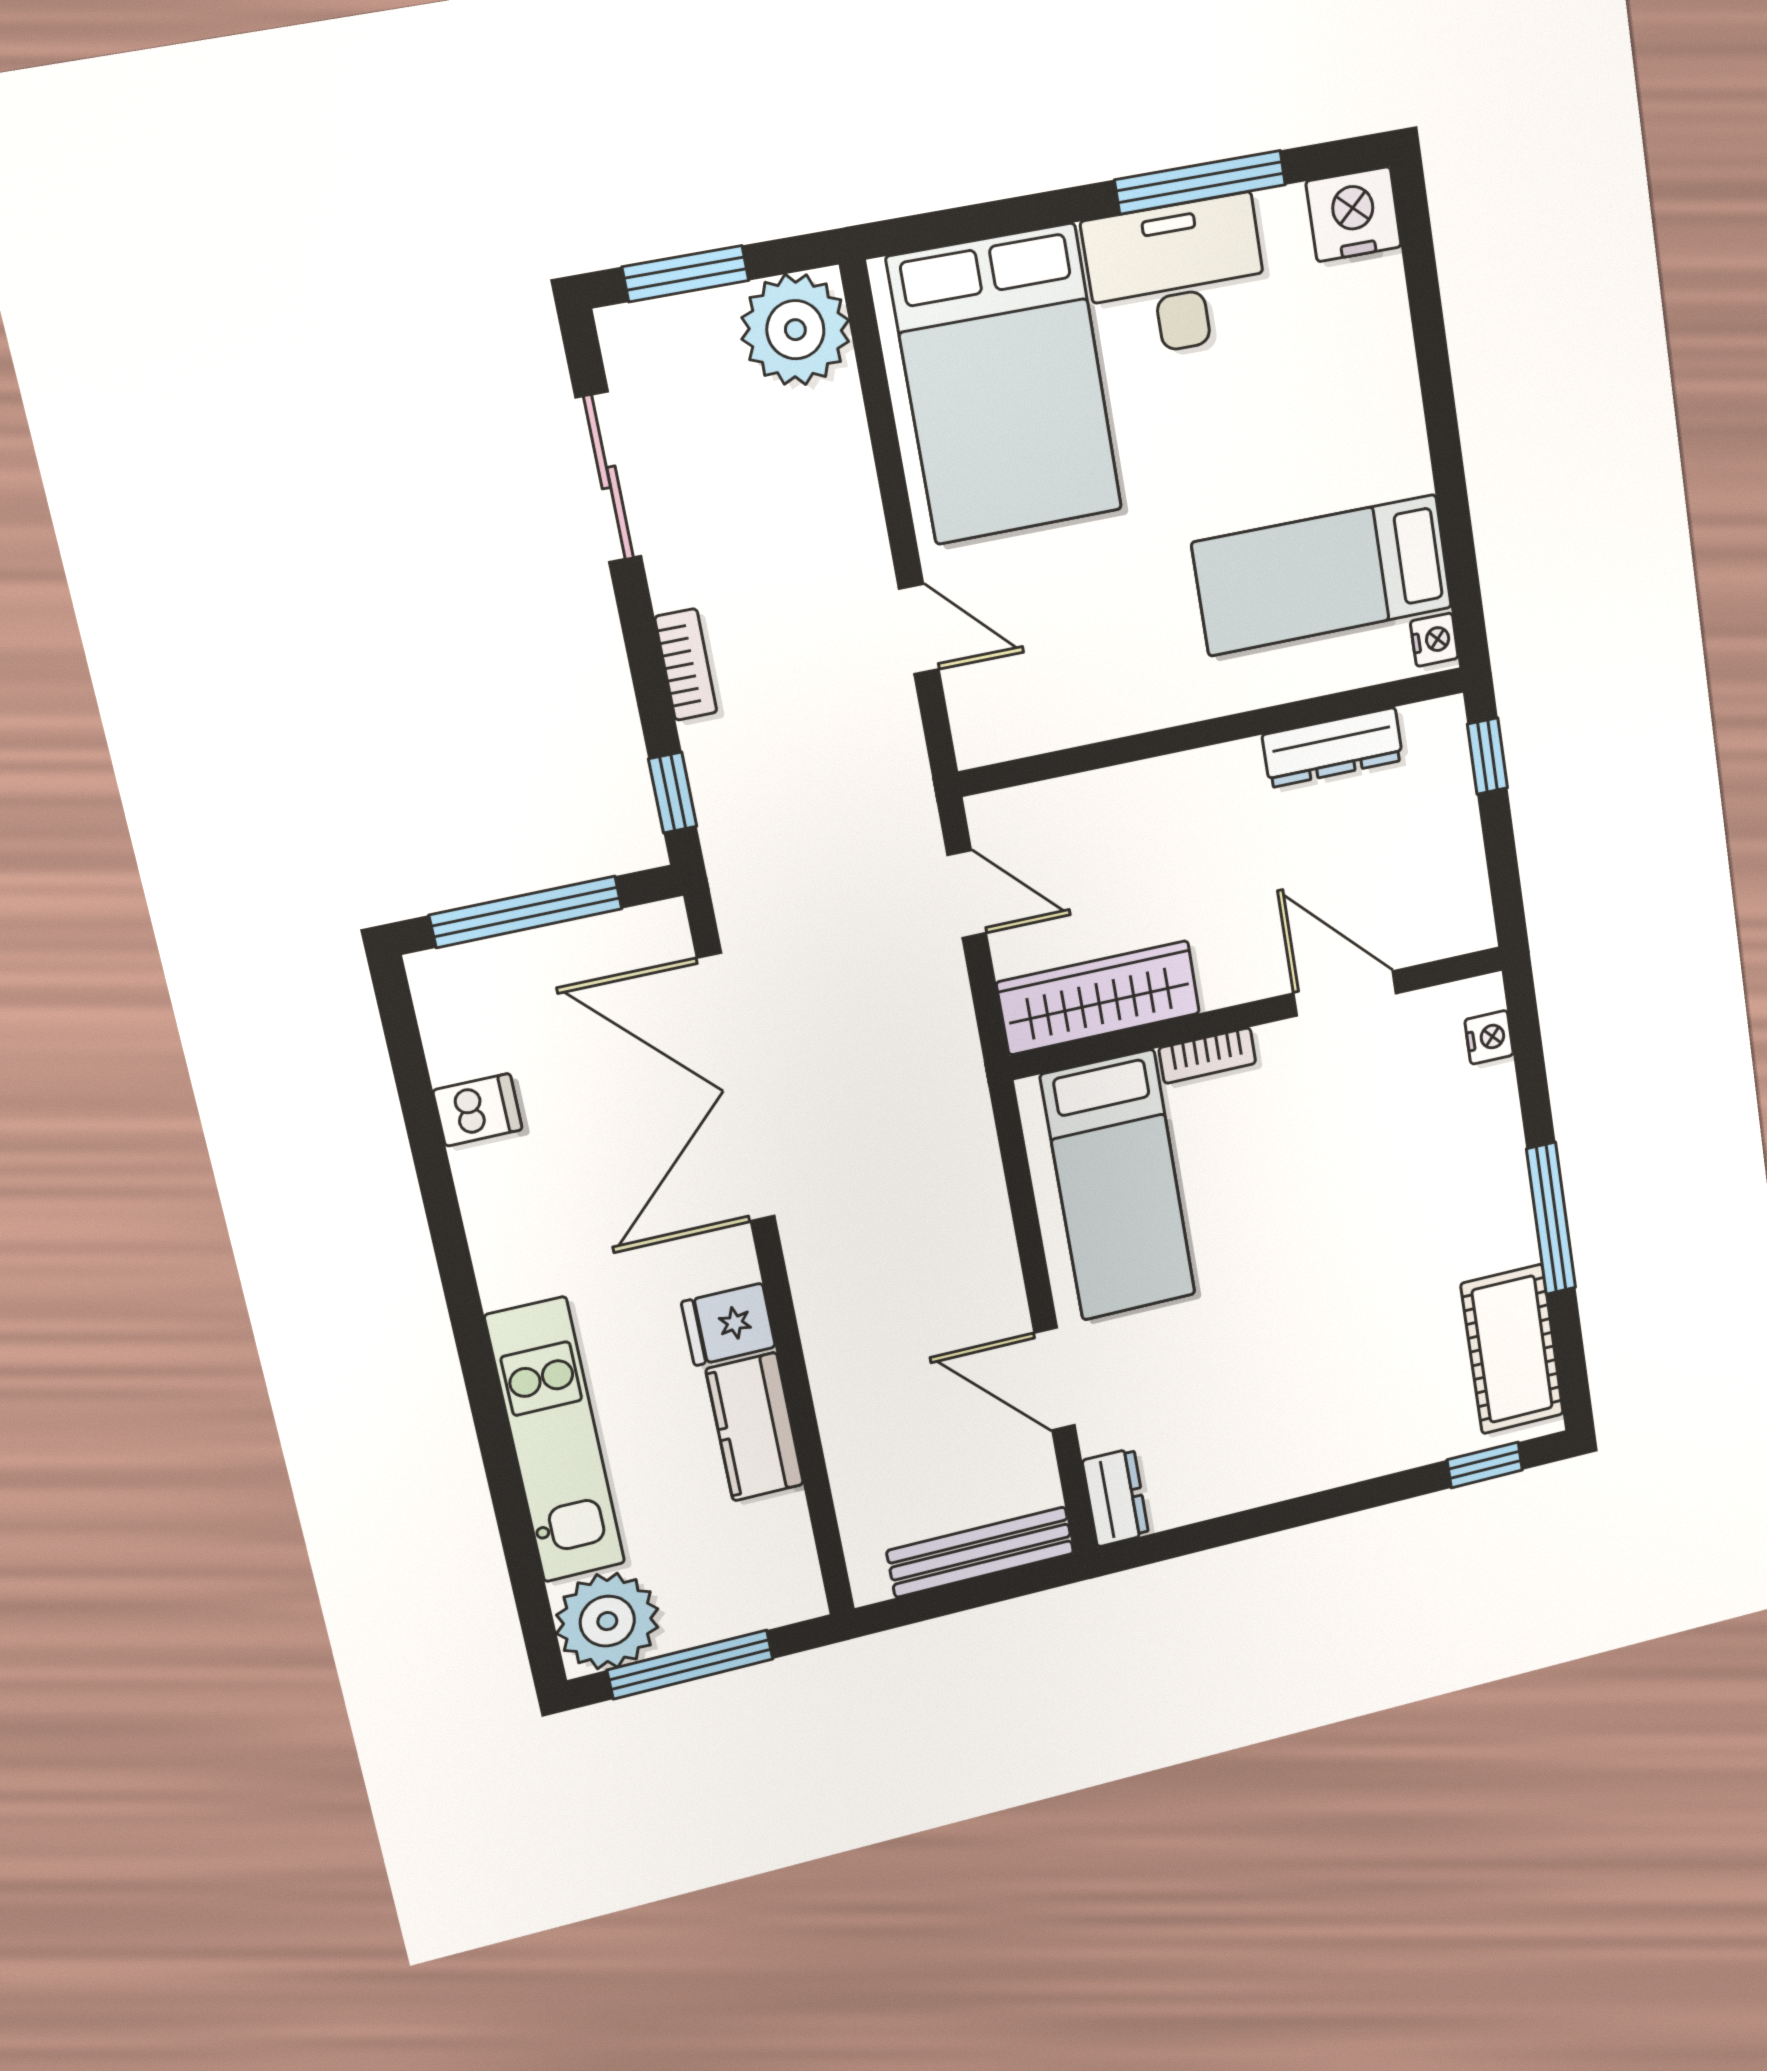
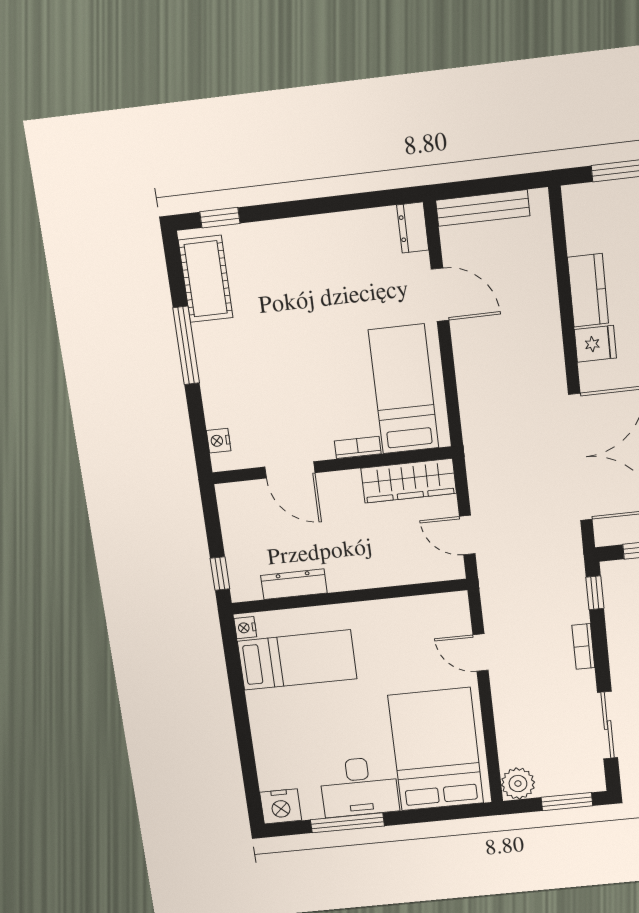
plant: (795, 330) -> (518, 784), width x0.73, depth x0.73

